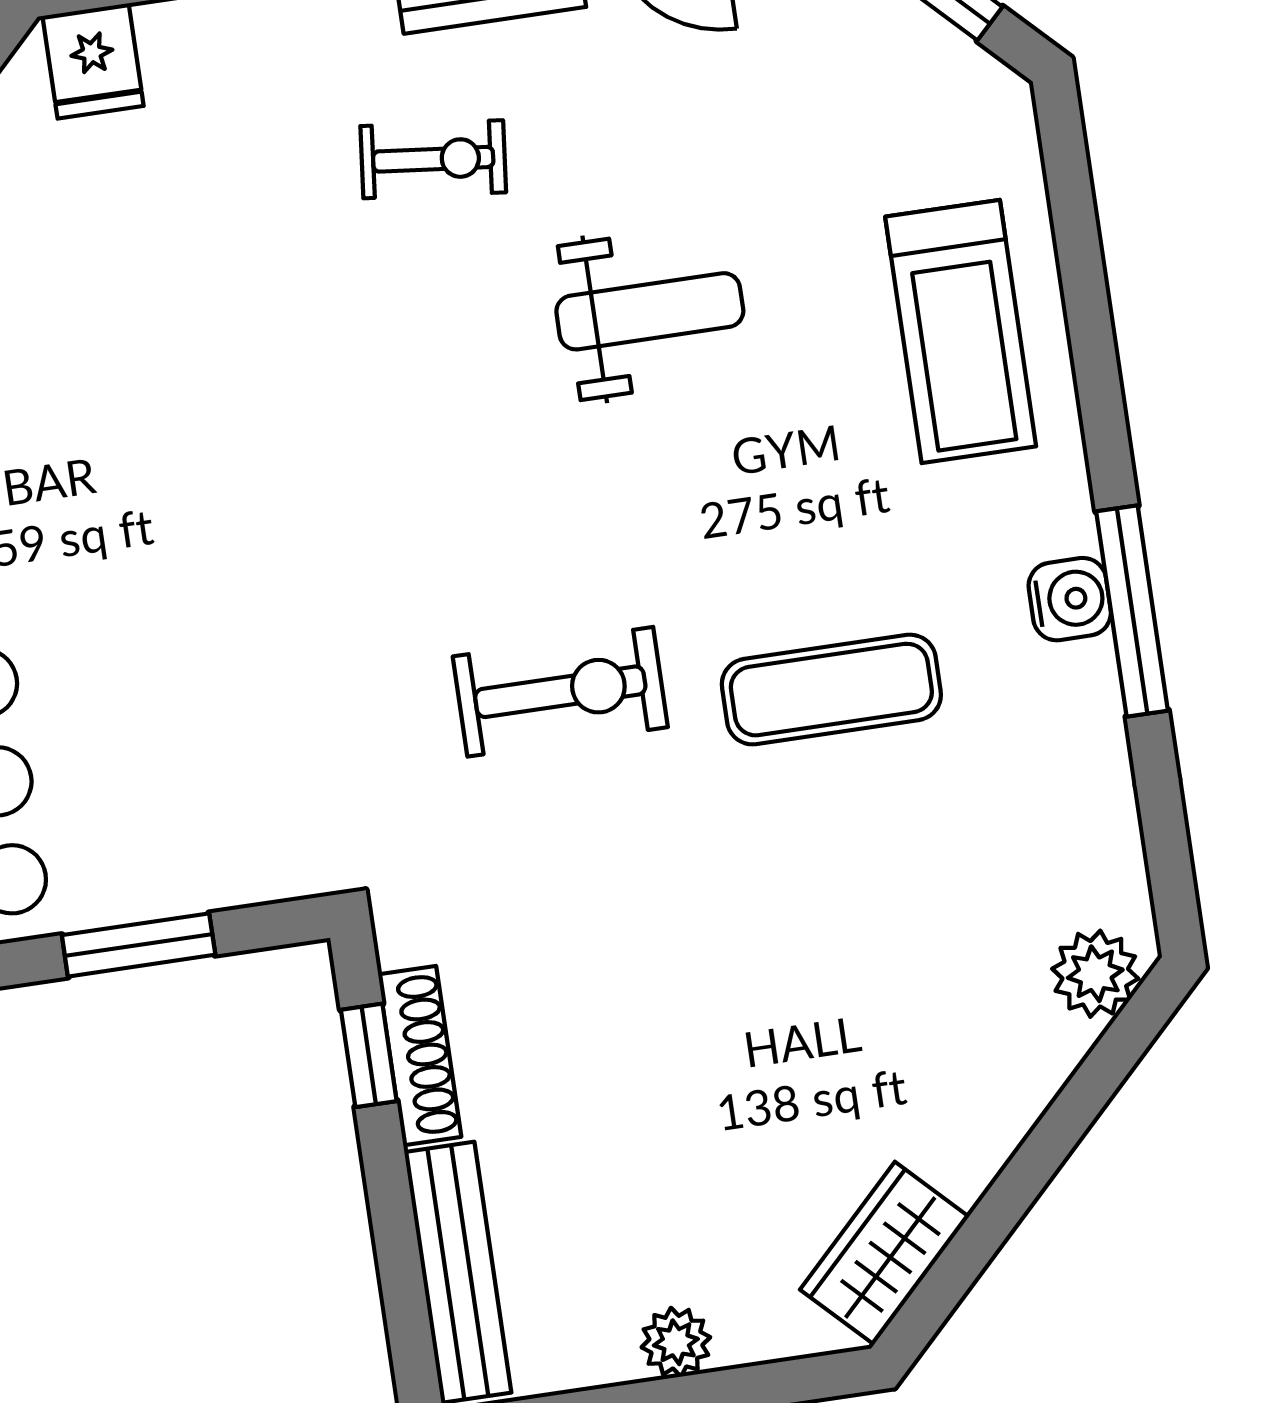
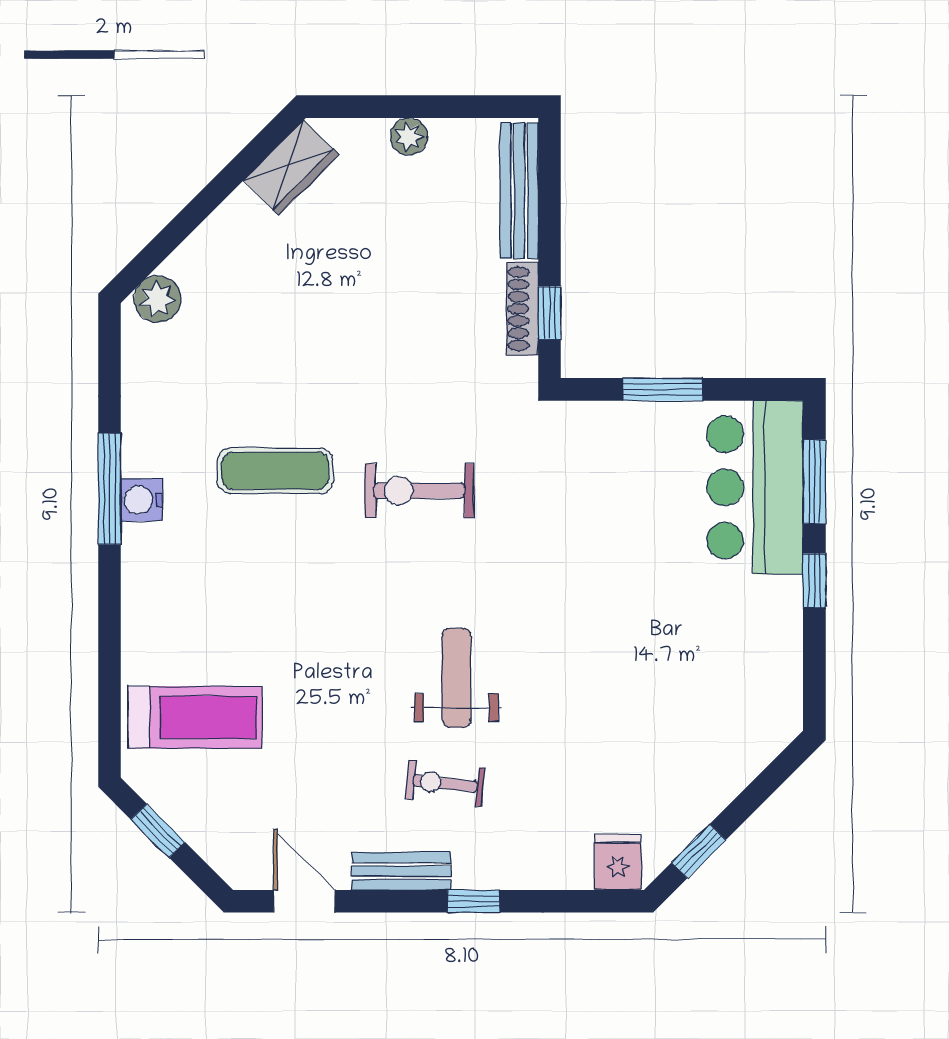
weight bench: (650, 311) -> (456, 678), moved, turned 90
treadmill: (961, 331) -> (195, 717), moved, turned 90

